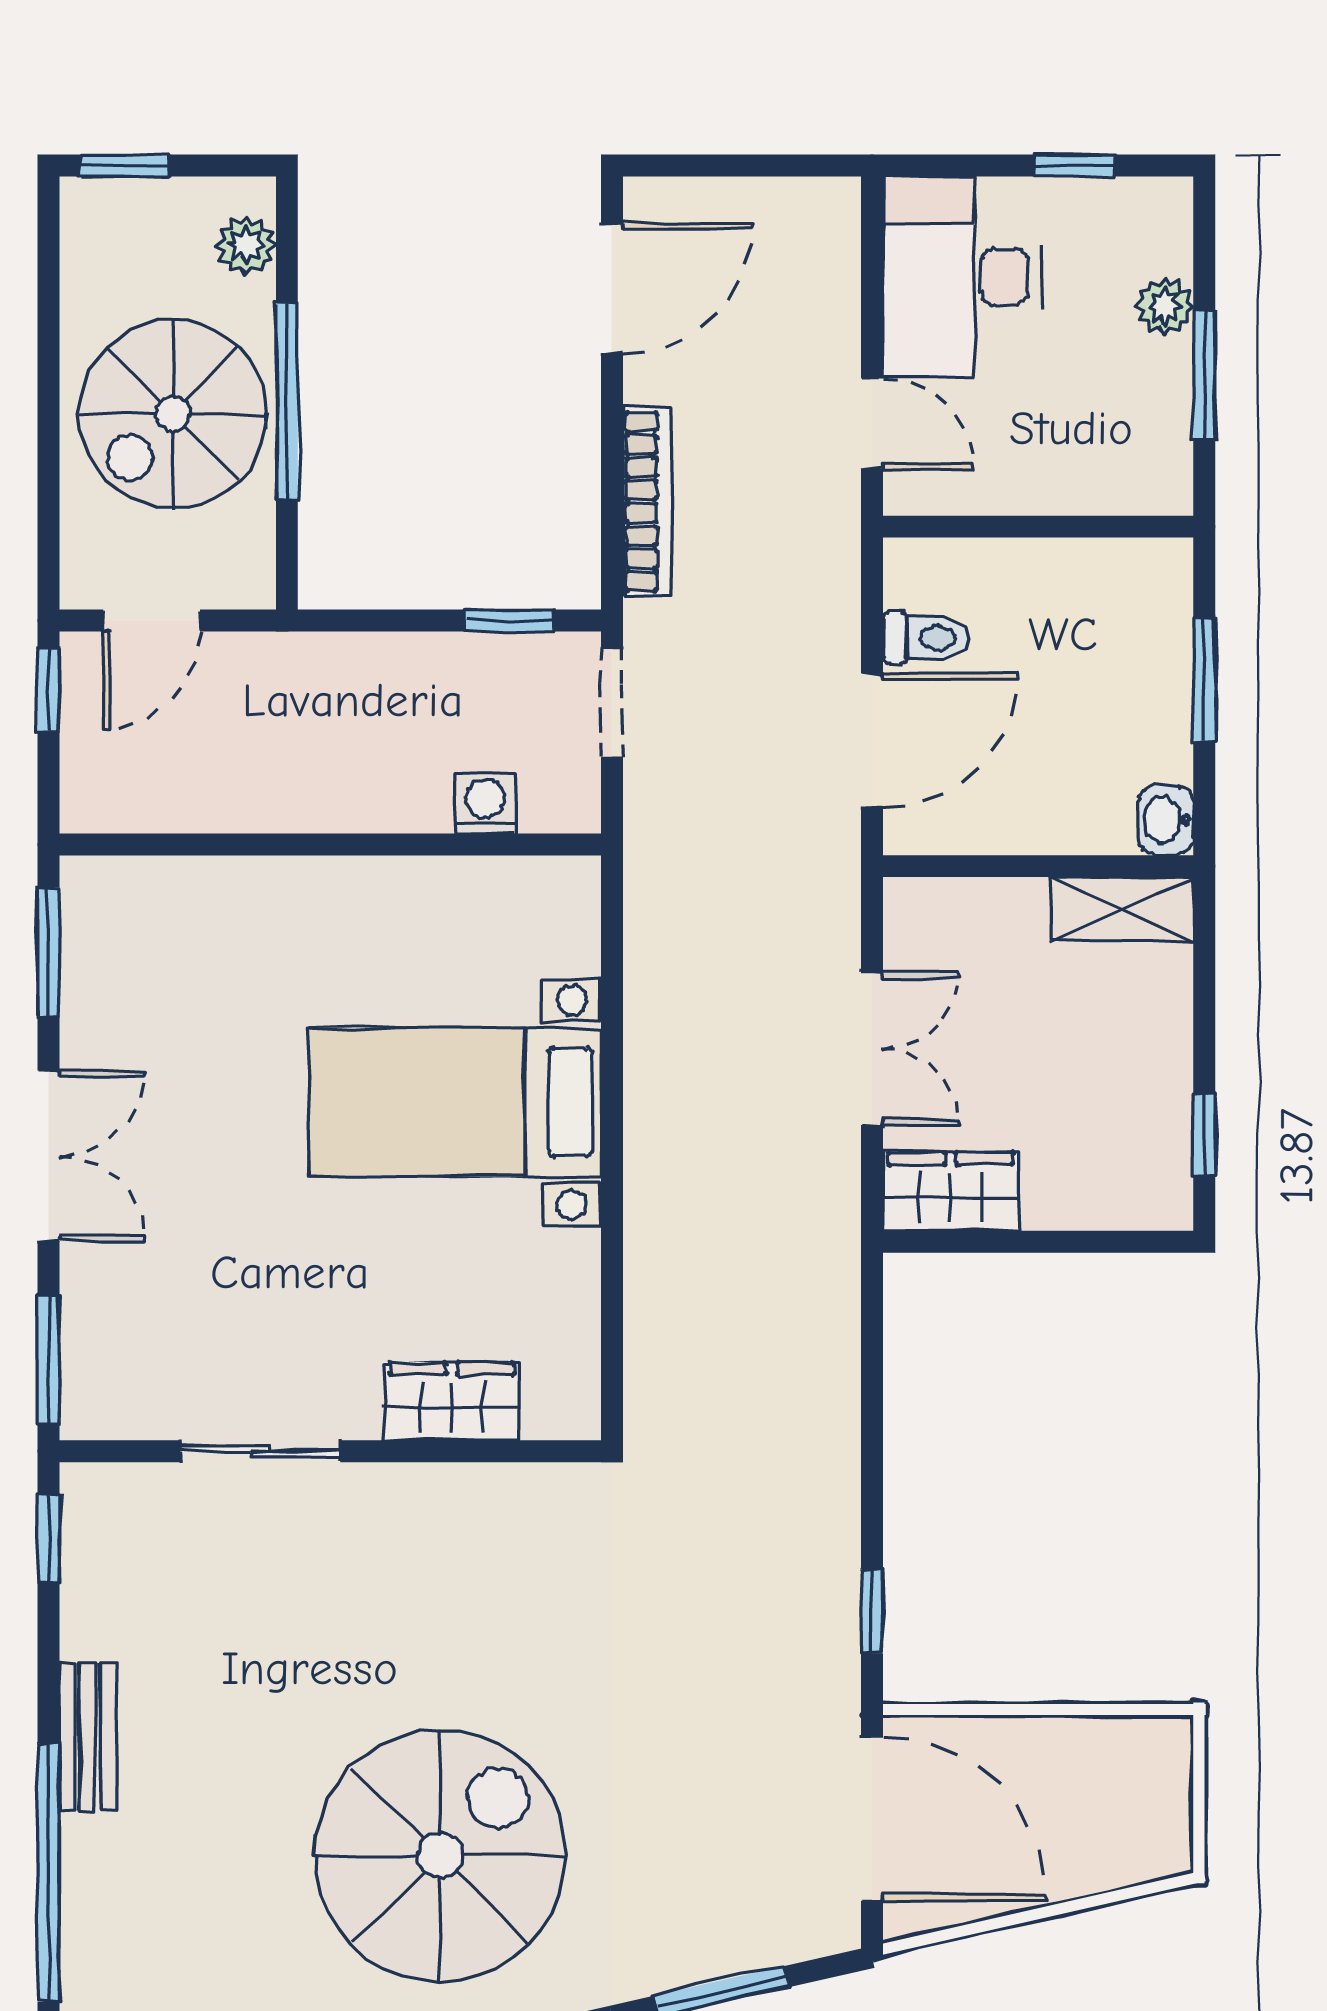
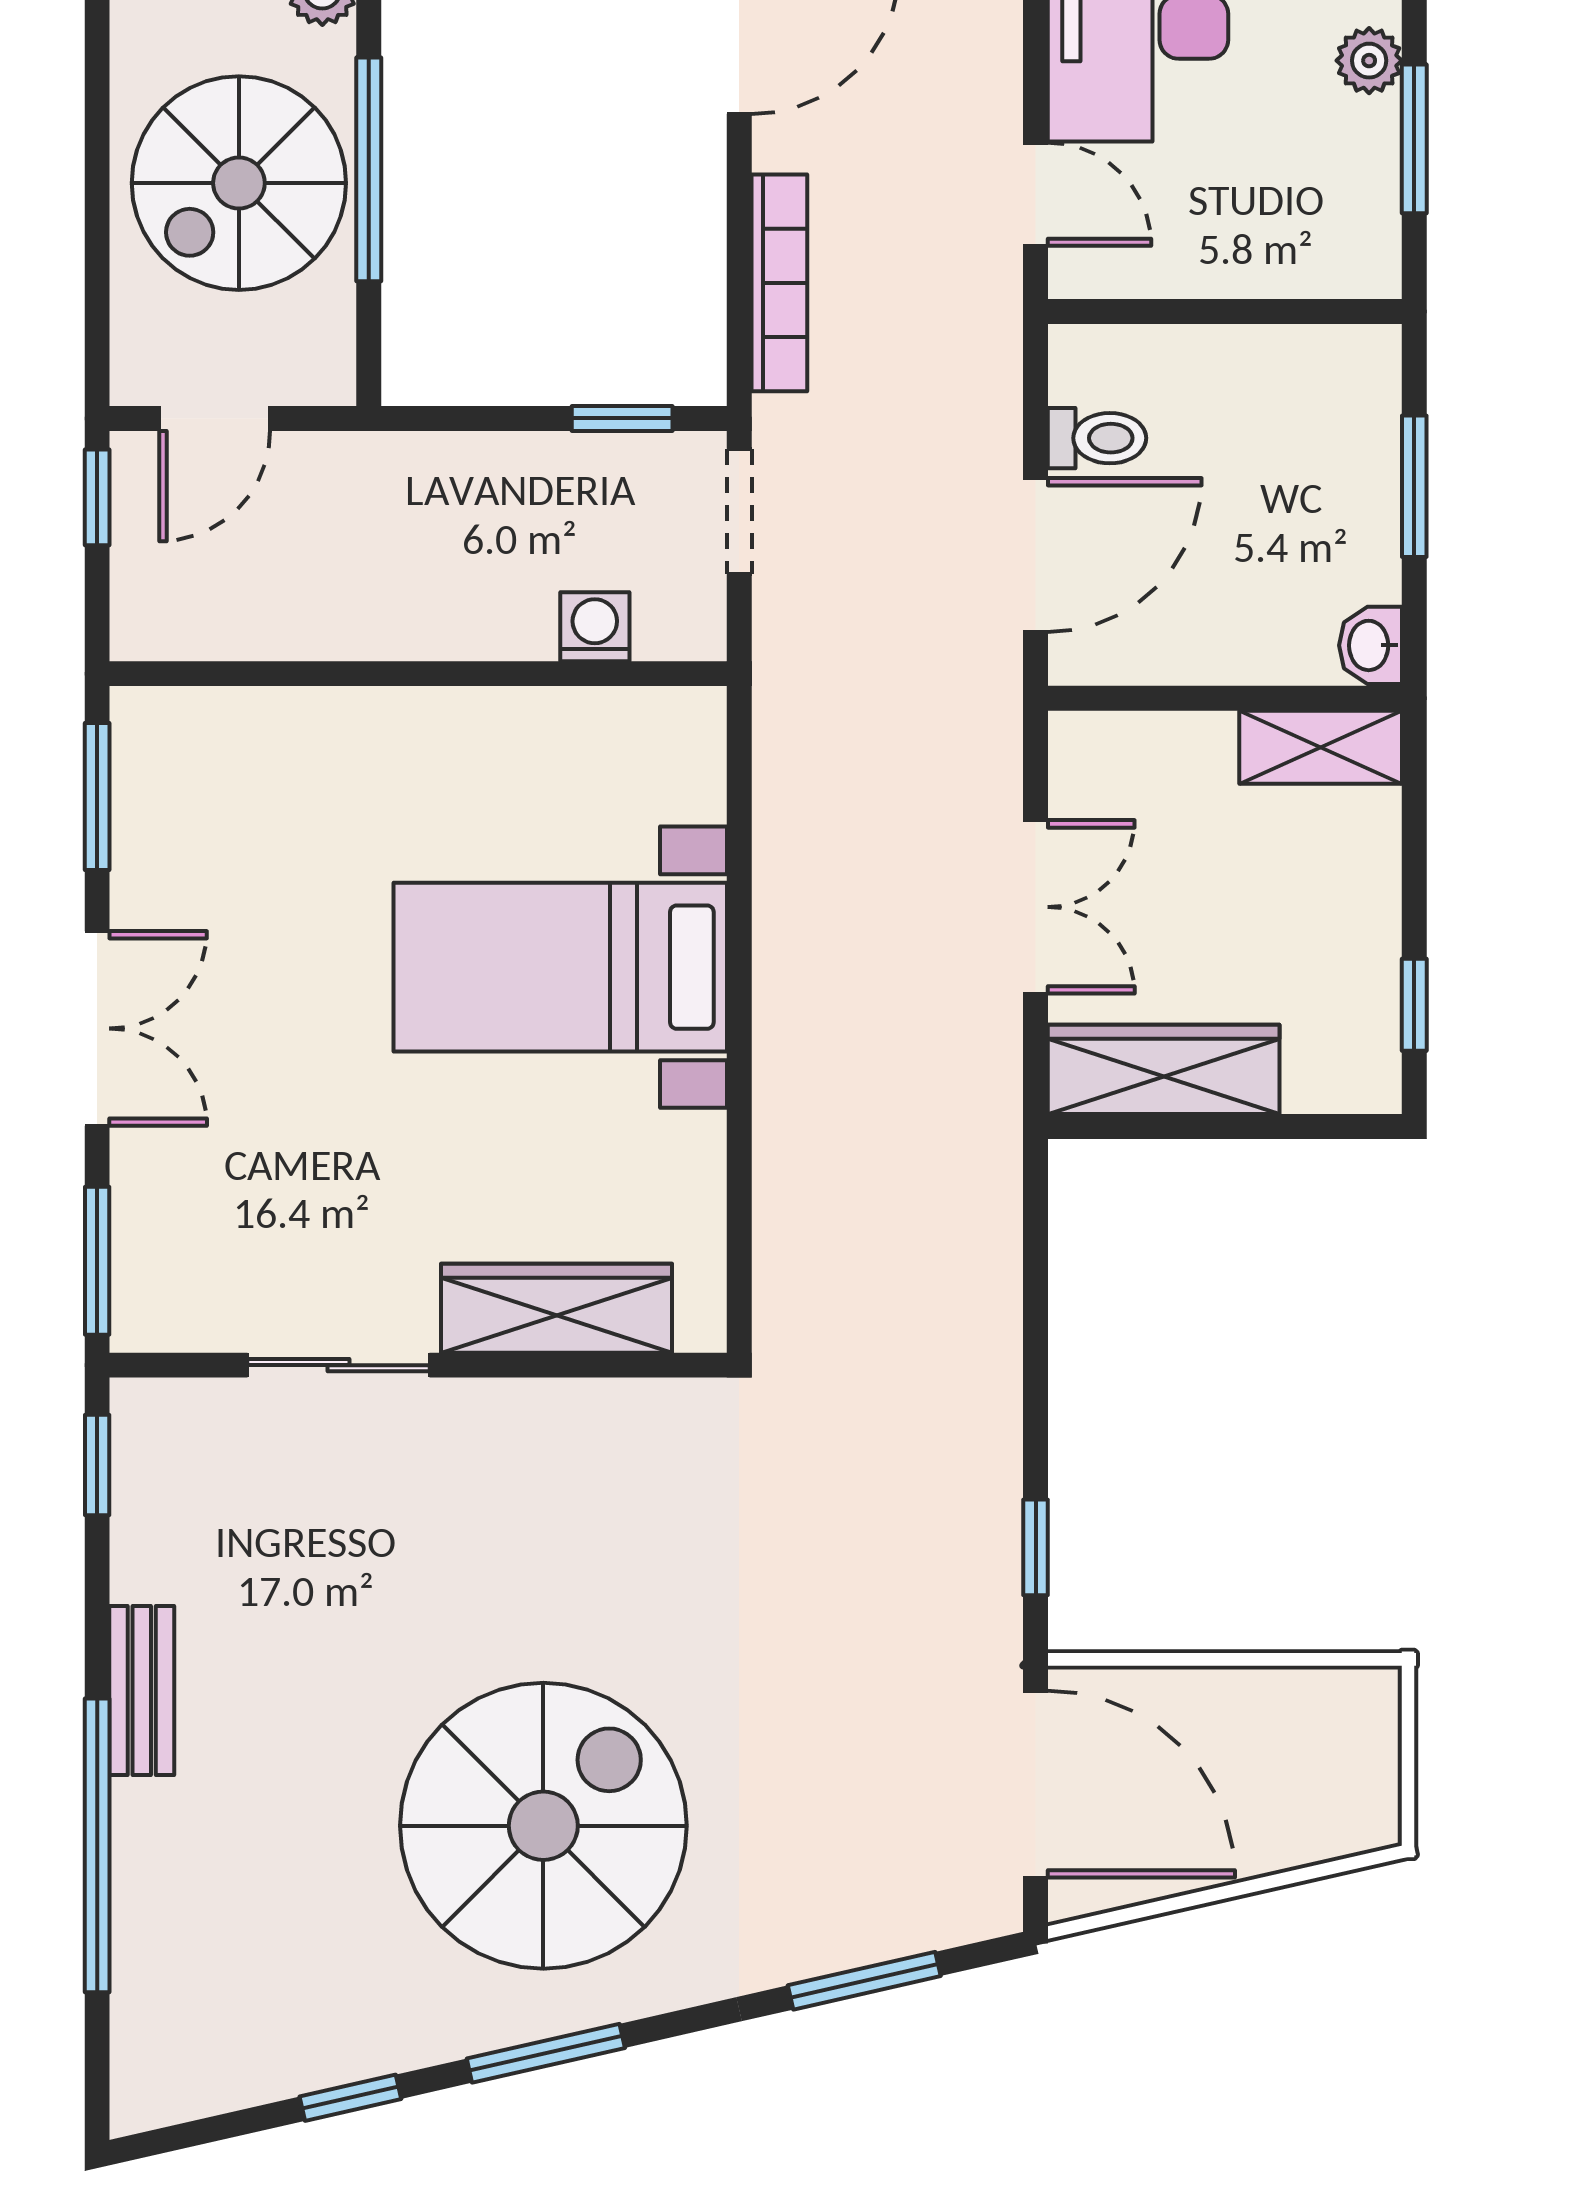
wardrobe: (951, 1192) -> (1164, 1069), width x1.50
wardrobe: (452, 1401) -> (556, 1308), width x1.50

